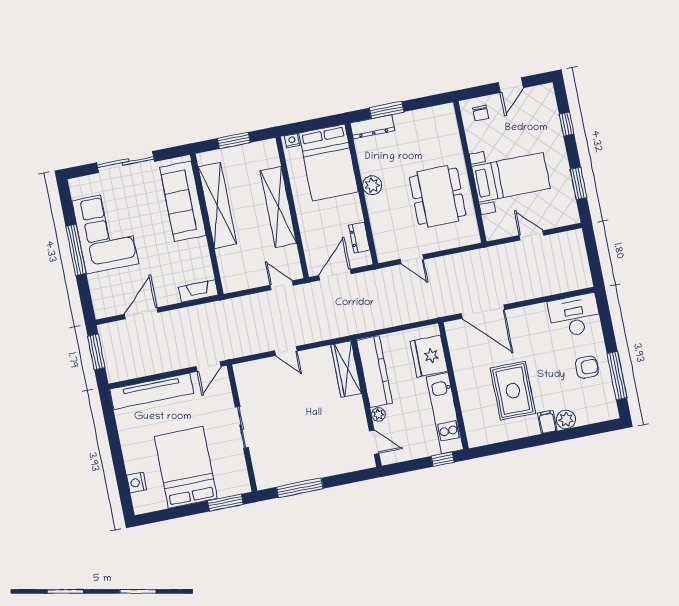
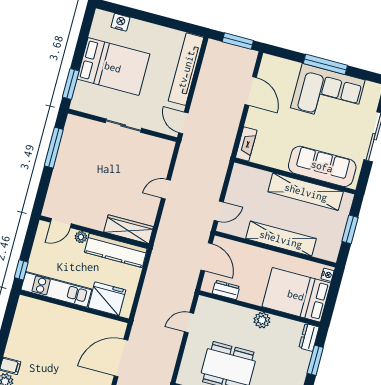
dresser: (372, 127) -> (309, 337), width x0.70
rug: (513, 391) -> (48, 351), removed

